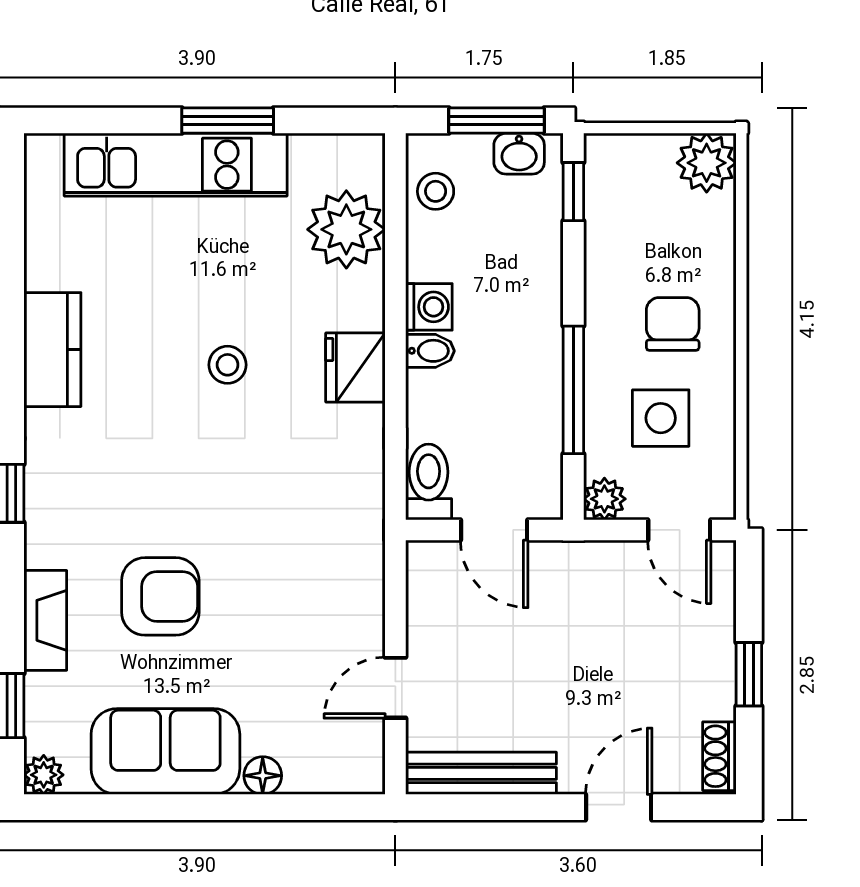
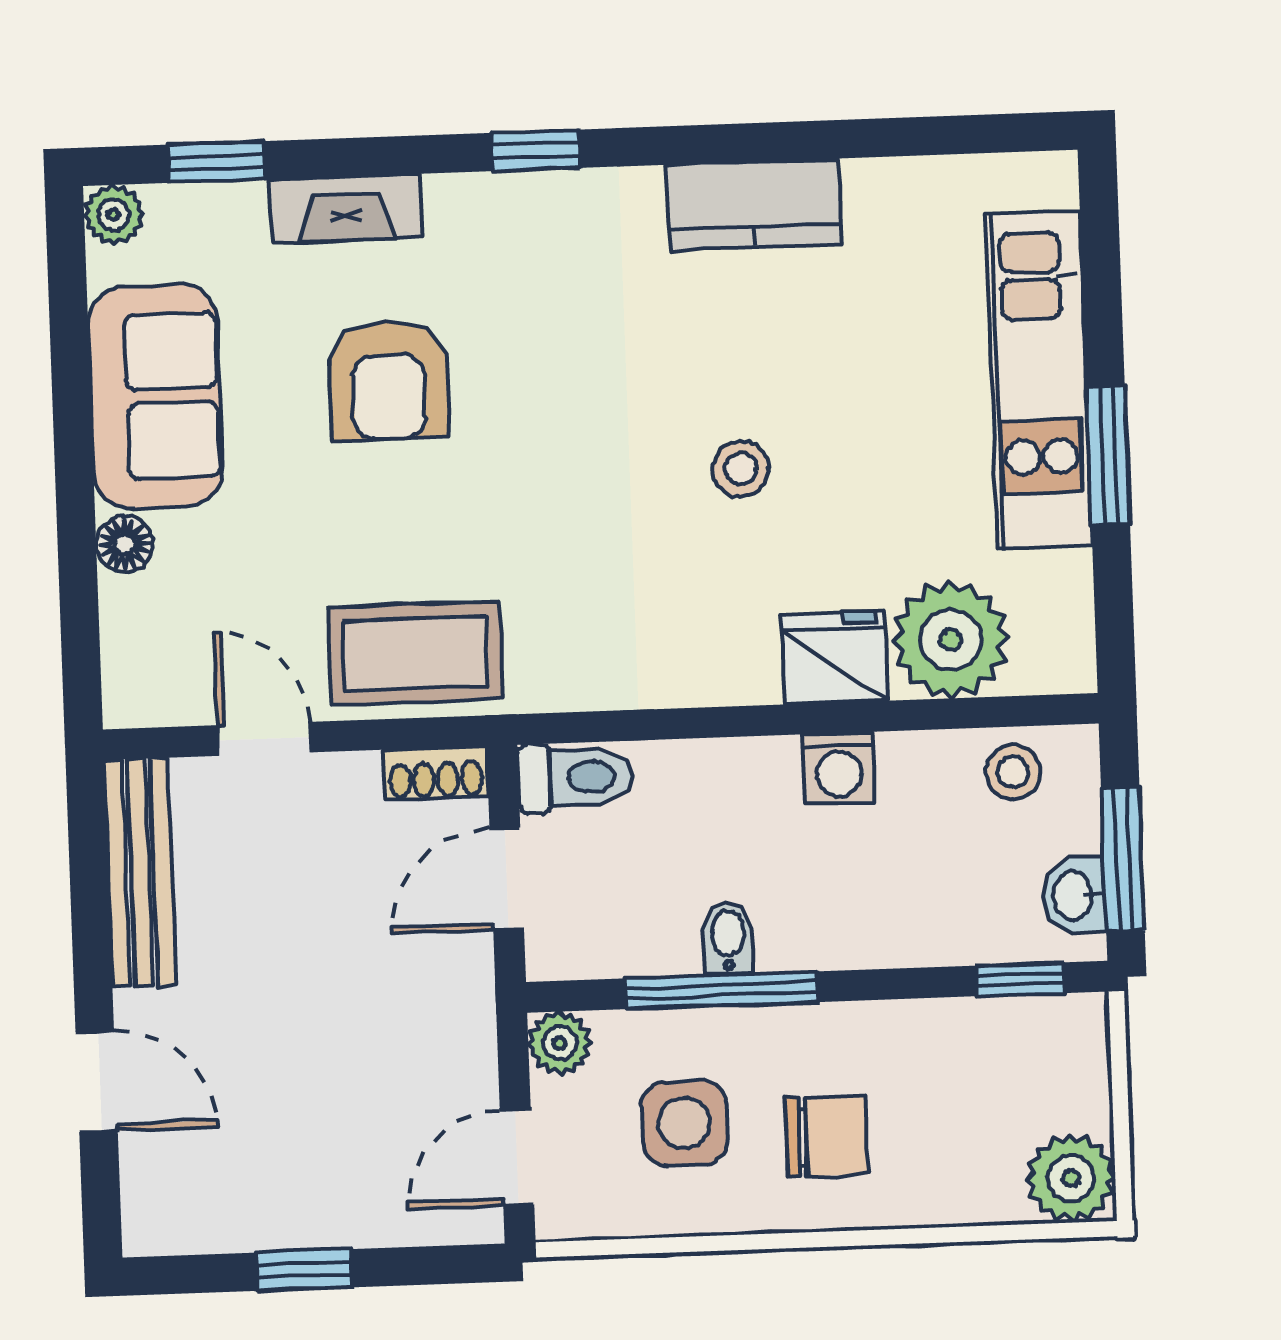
bidet: (430, 351) -> (728, 938), moved, turned 180
fridge: (355, 367) -> (835, 658), moved
coffee table: (342, 585) -> (416, 653), added
shoe rack: (719, 756) -> (436, 773), moved, turned 180

